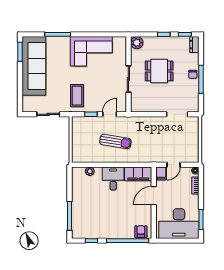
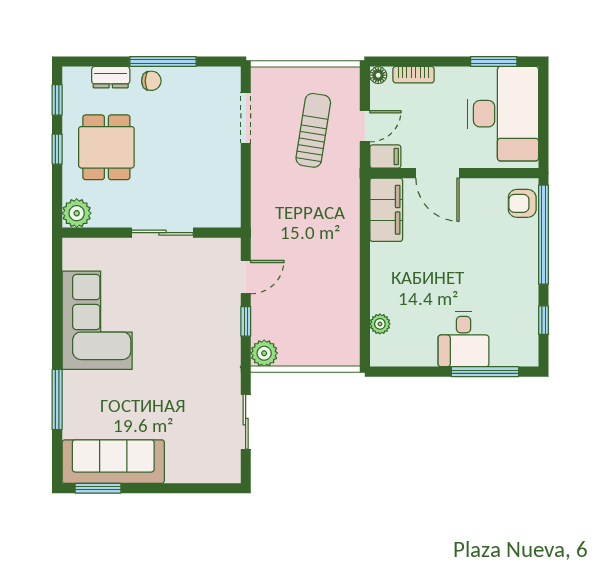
dresser: (194, 45) -> (111, 77), moved
sofa: (34, 66) -> (113, 462), width x0.74, depth x0.79
dining table: (159, 71) -> (106, 147), moved
coffee table: (77, 96) -> (202, 354), removed
door: (110, 114) -> (246, 277), swing flipped
plant: (77, 122) -> (264, 353), added
sun lounger: (115, 142) -> (313, 130), moved
door: (174, 165) -> (365, 126), hinge flipped
desk: (113, 179) -> (463, 339), moved, turned -90

